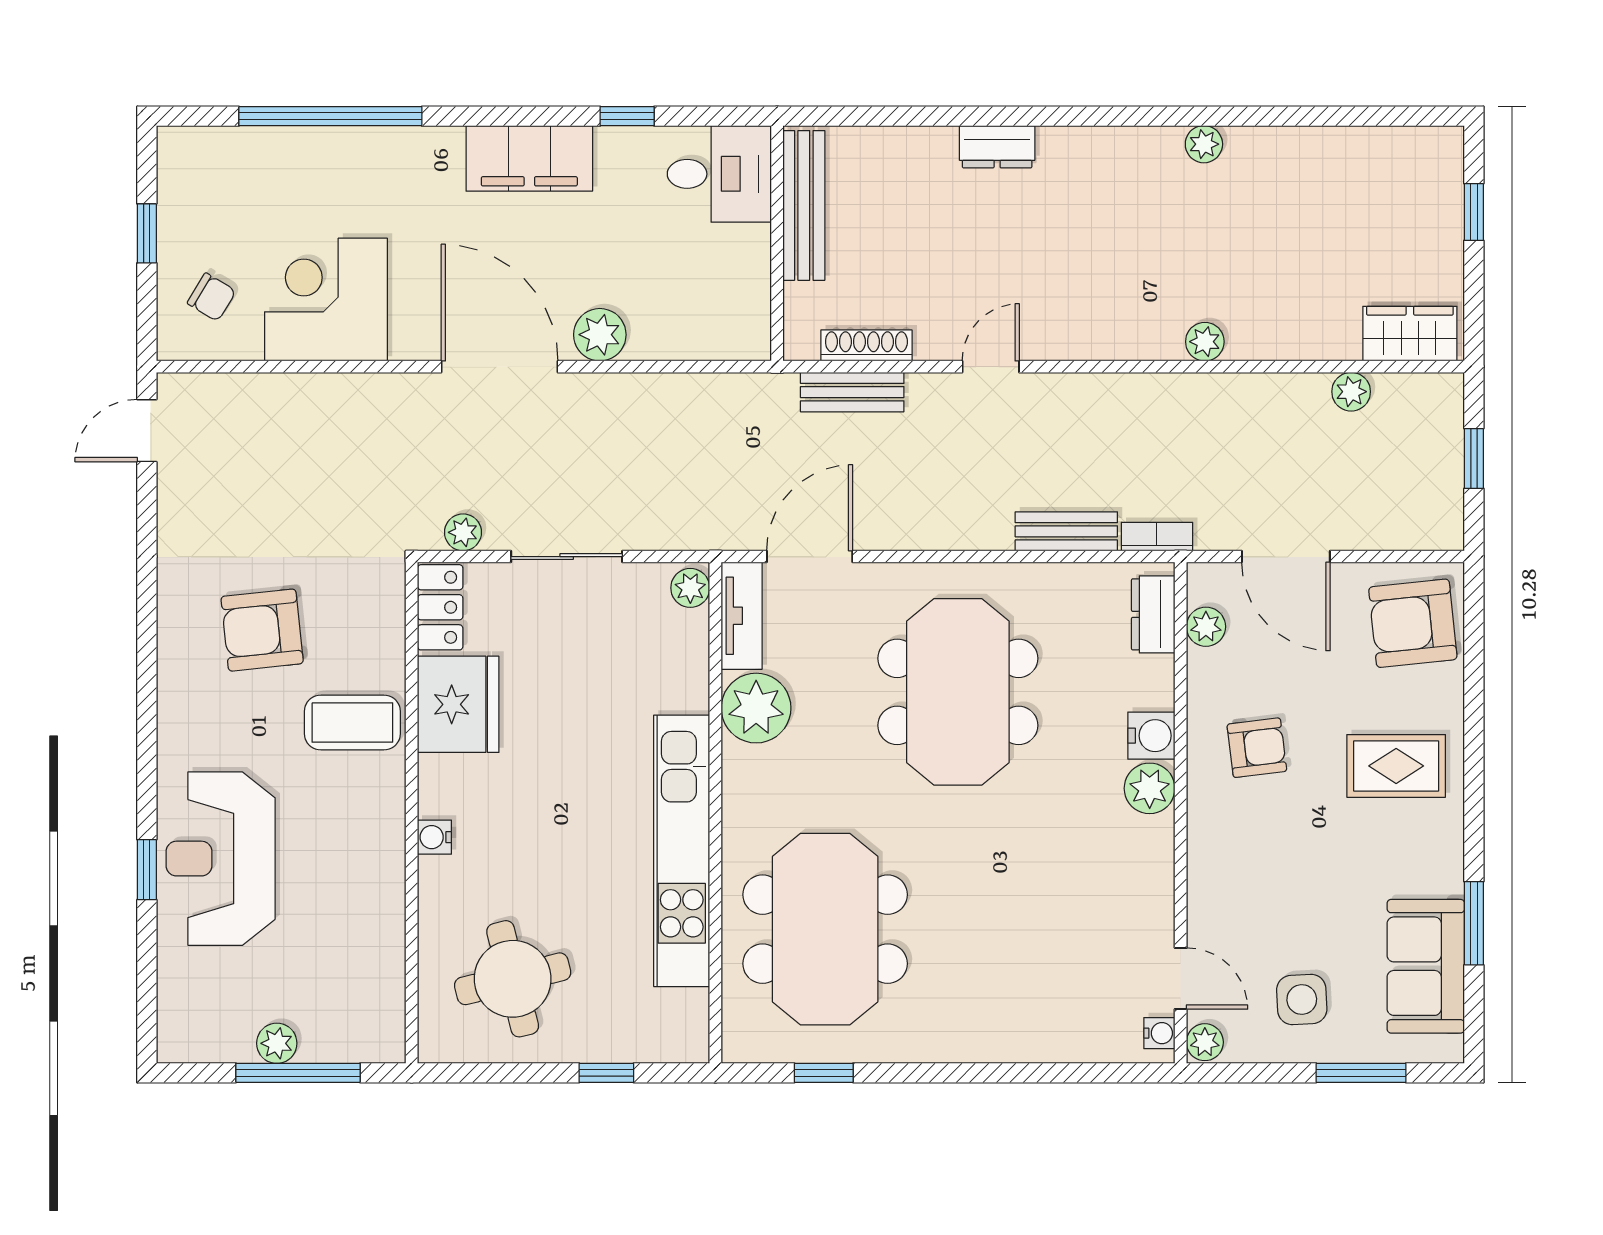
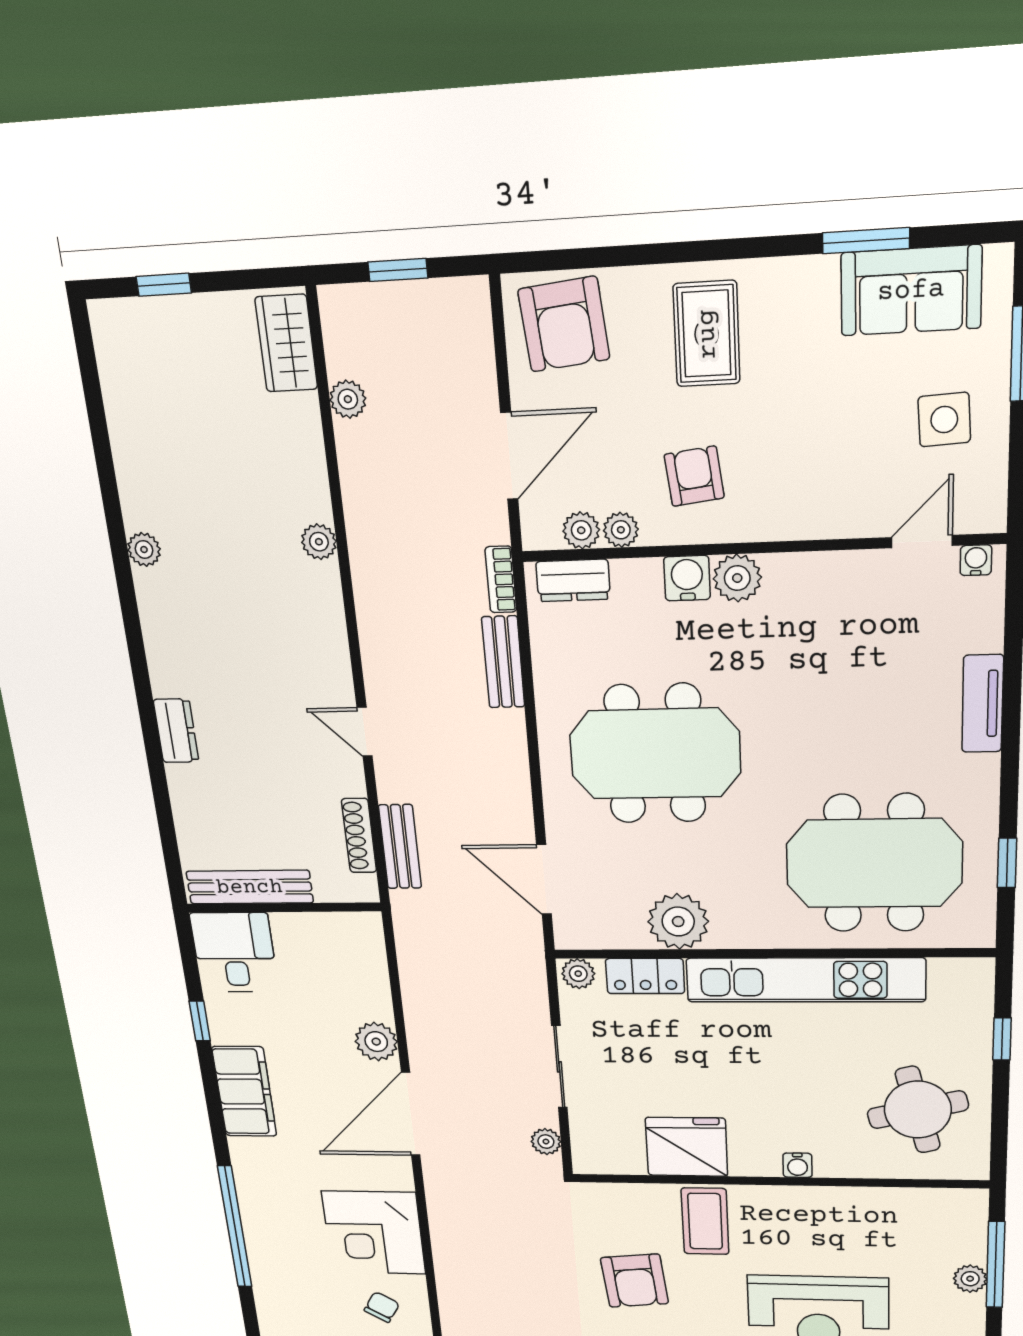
locker: (440, 607) -> (645, 976), moved, turned 180
tv unit: (742, 616) -> (983, 704), moved, turned -90
plant: (1205, 1042) -> (621, 530), moved

